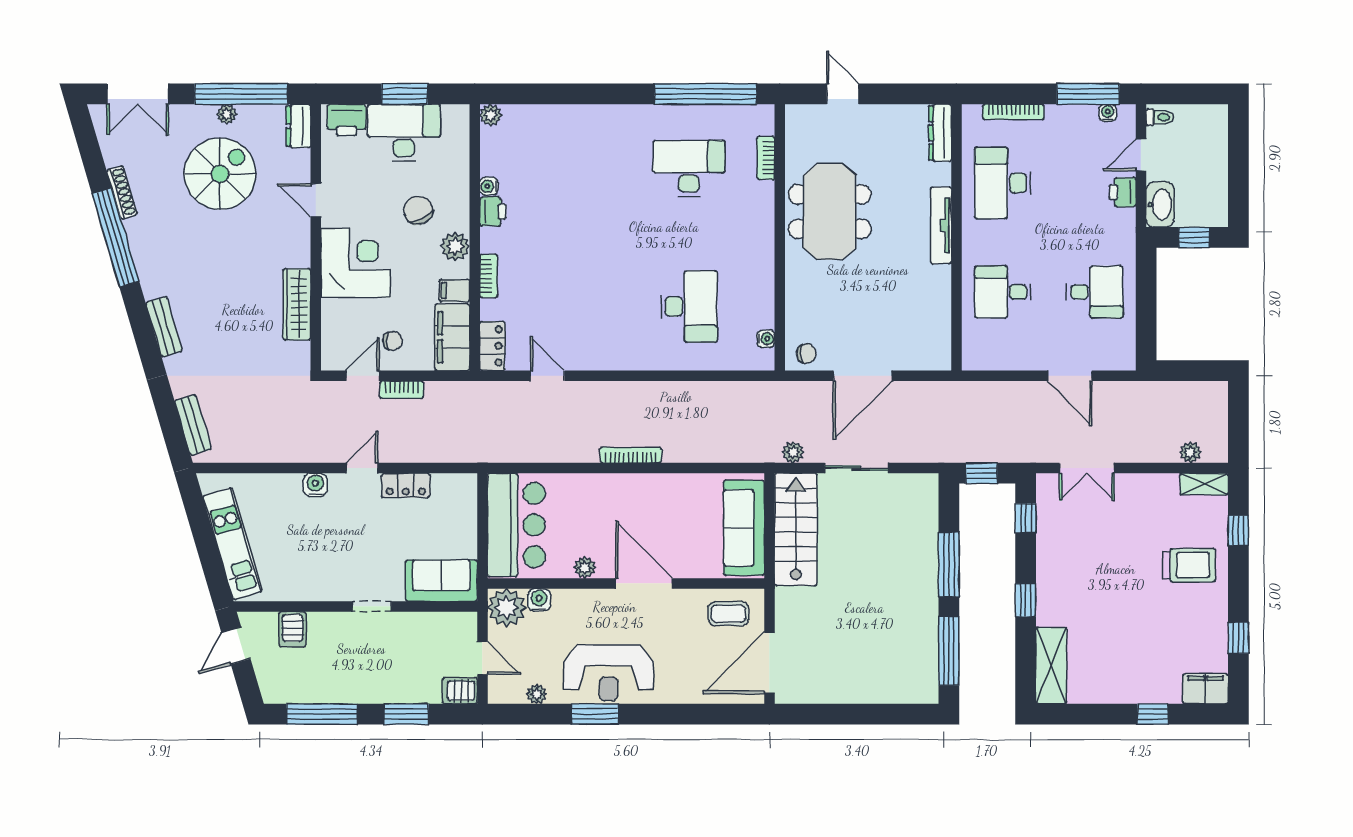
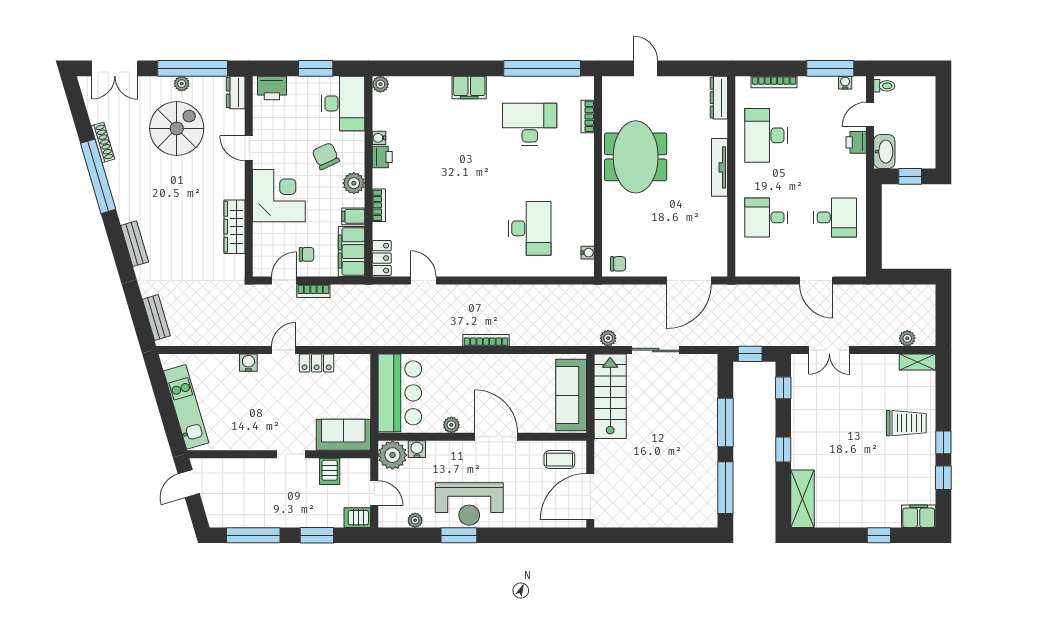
filing cabinet: (608, 119) -> (469, 87), added
desk: (404, 133) -> (343, 103), moved, turned 90
door: (863, 376) -> (689, 281), moved
window: (1238, 530) -> (943, 442), moved
server rack: (293, 629) -> (330, 471), moved

